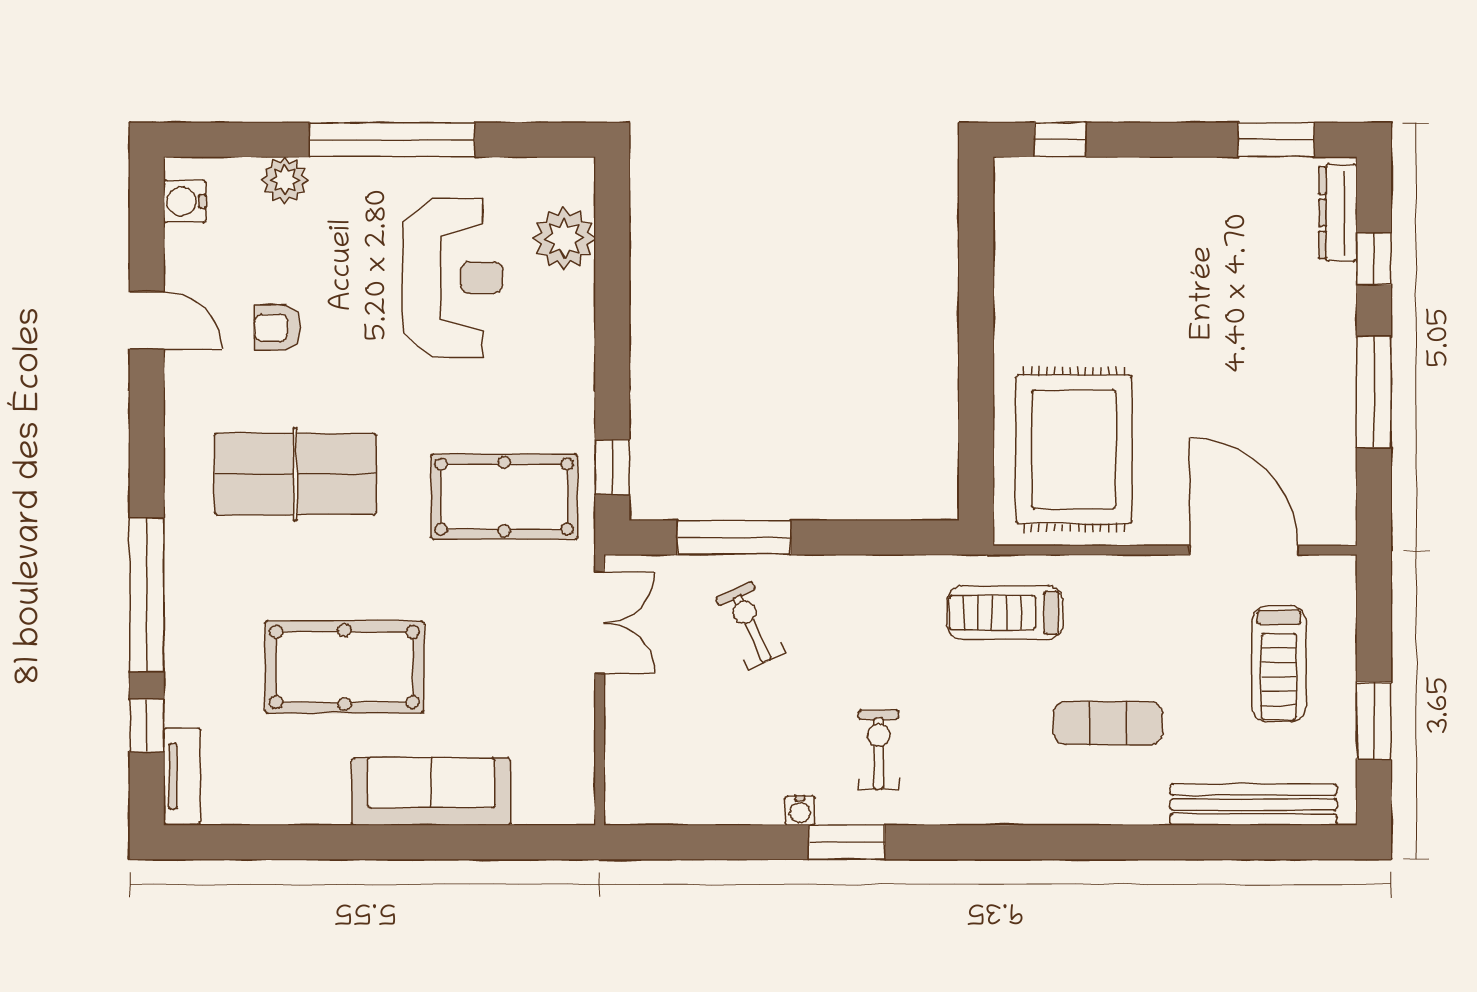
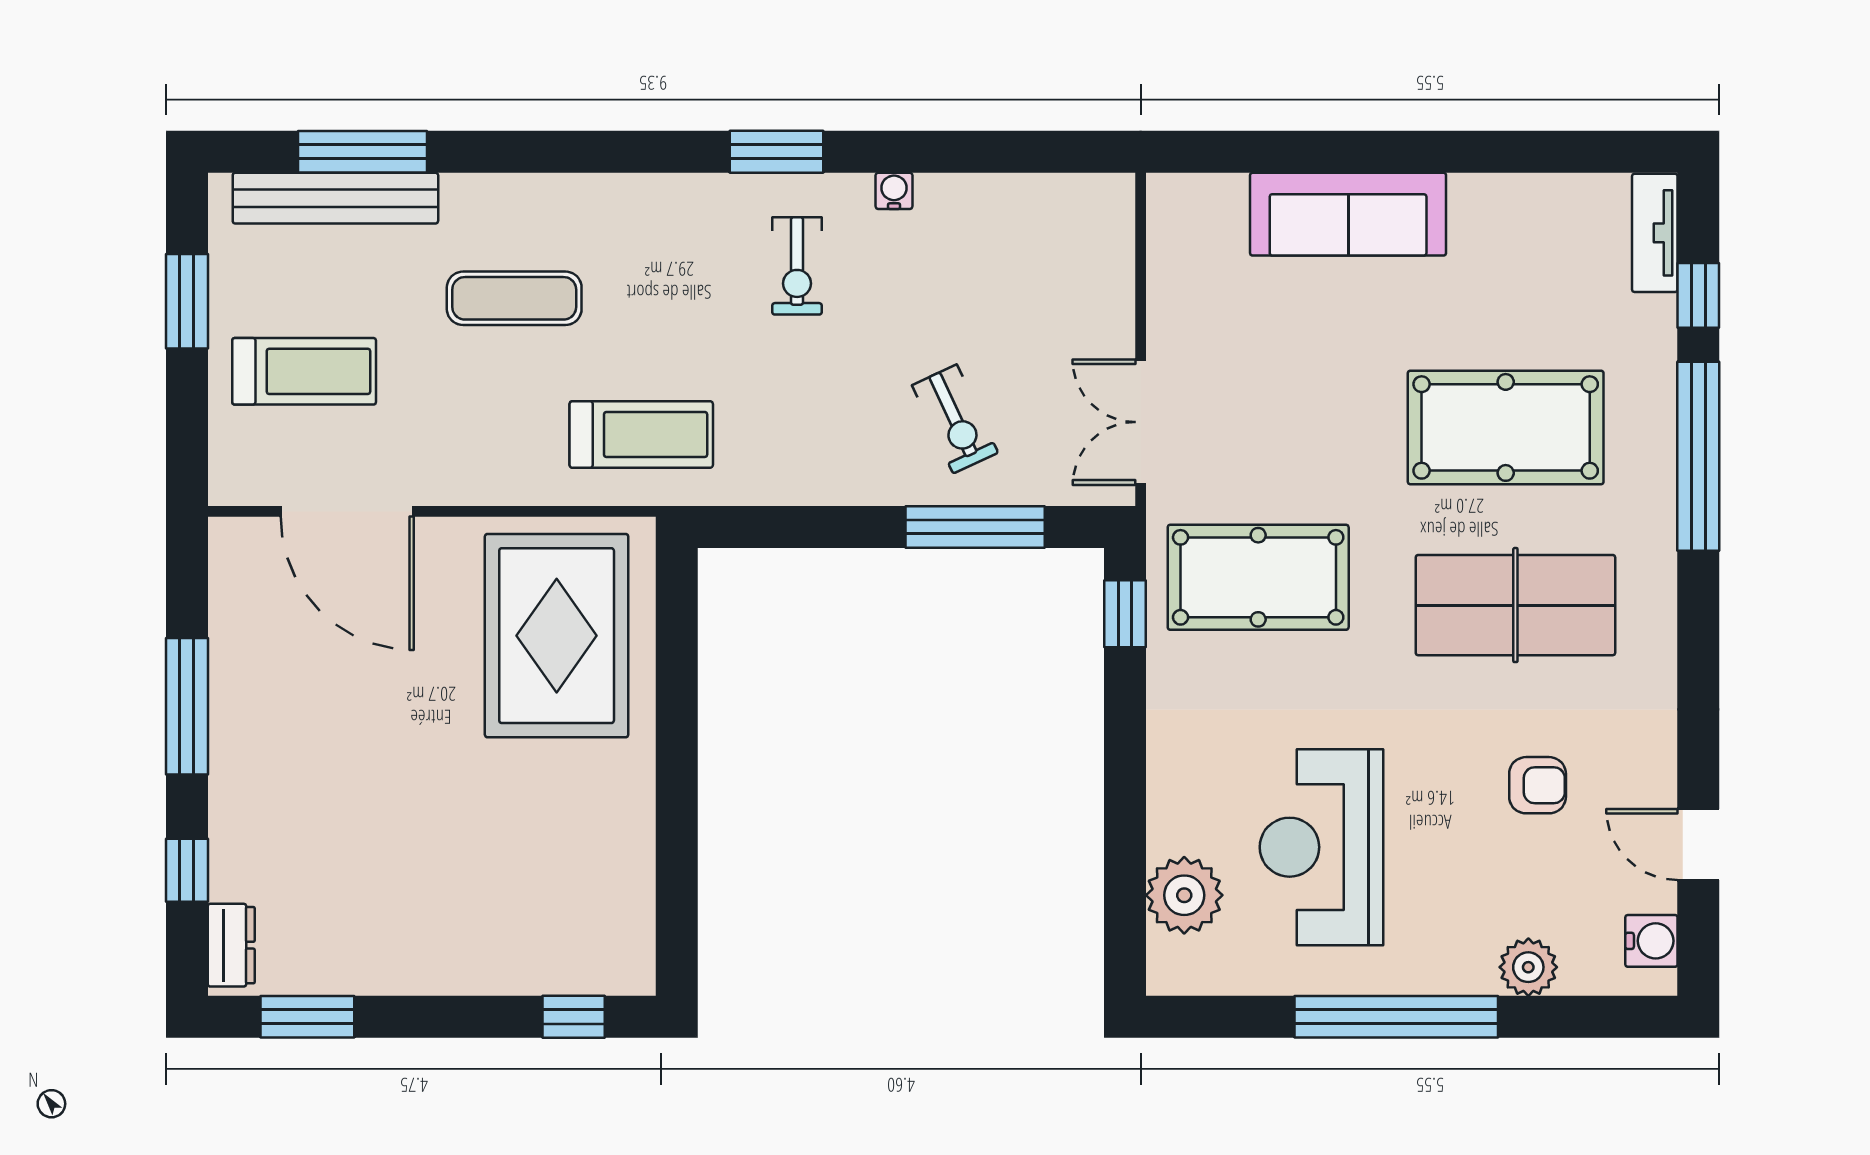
dresser: (1338, 213) -> (231, 945), width x0.70
door: (147, 320) -> (1698, 844), moved
treadmill: (1279, 664) -> (304, 371), turned 90
pool table: (344, 667) -> (1506, 427), moved
window: (847, 842) -> (777, 152), moved
window: (1231, 842) -> (362, 152), added

